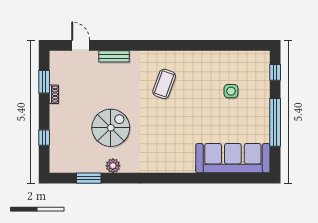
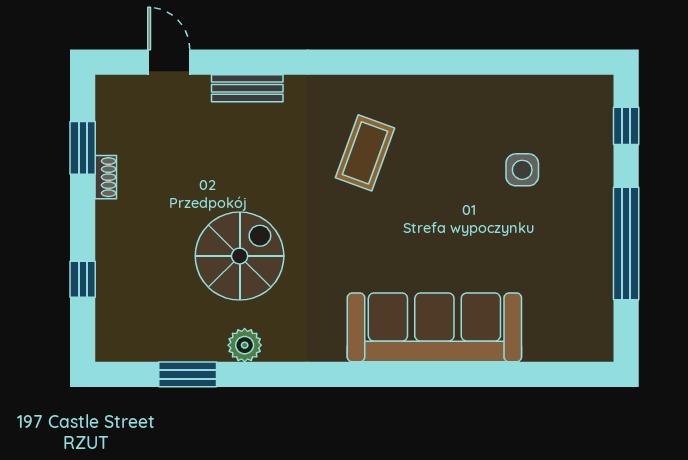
sofa: (233, 158) -> (434, 327), moved

